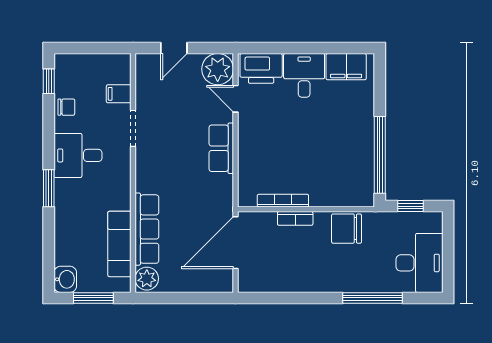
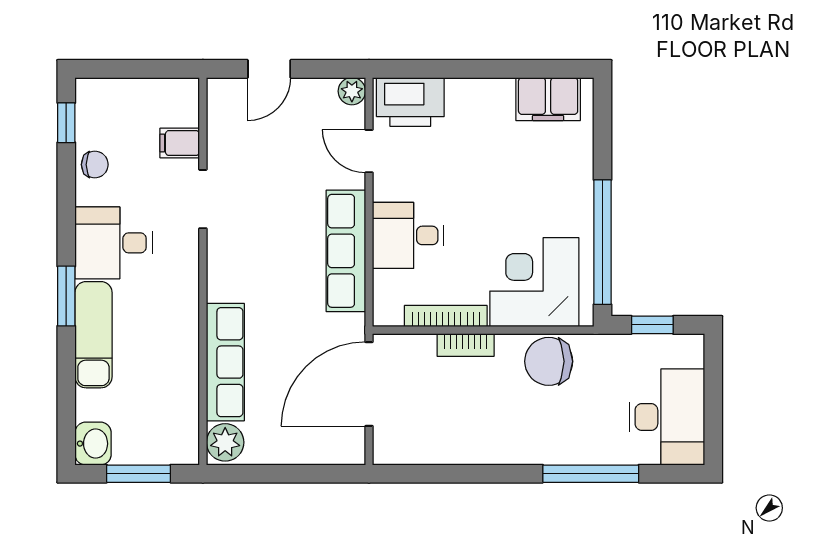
plant: (218, 69) -> (352, 91), width x0.53, depth x0.53
desk: (304, 75) -> (408, 235), moved, turned -90
row of seats: (221, 148) -> (346, 251), width x1.48
corner desk: (338, 180) -> (534, 282), added
exam couch: (119, 244) -> (93, 335), moved, turned 180

